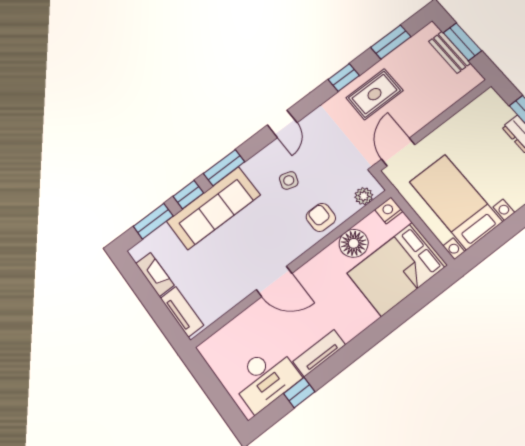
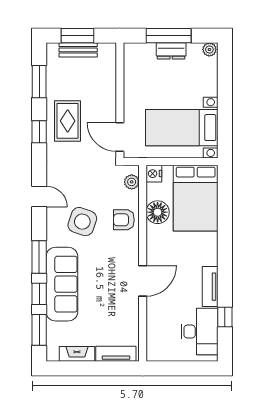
side table: (289, 180) -> (82, 222), width x1.87, depth x1.87

